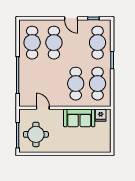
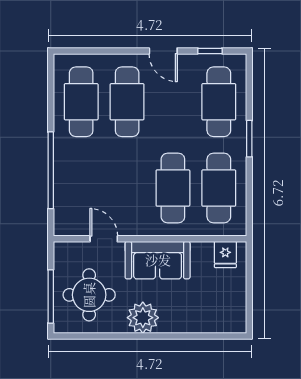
sofa: (79, 118) -> (158, 260), moved
plant: (61, 145) -> (143, 318), added

